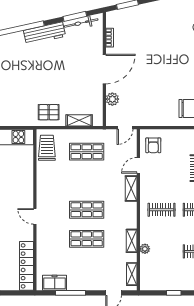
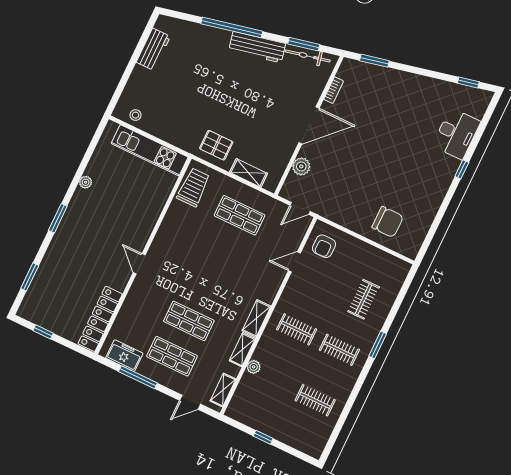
shelving: (131, 188) -> (256, 318), moved
shop shelf: (87, 210) -> (172, 356), moved

